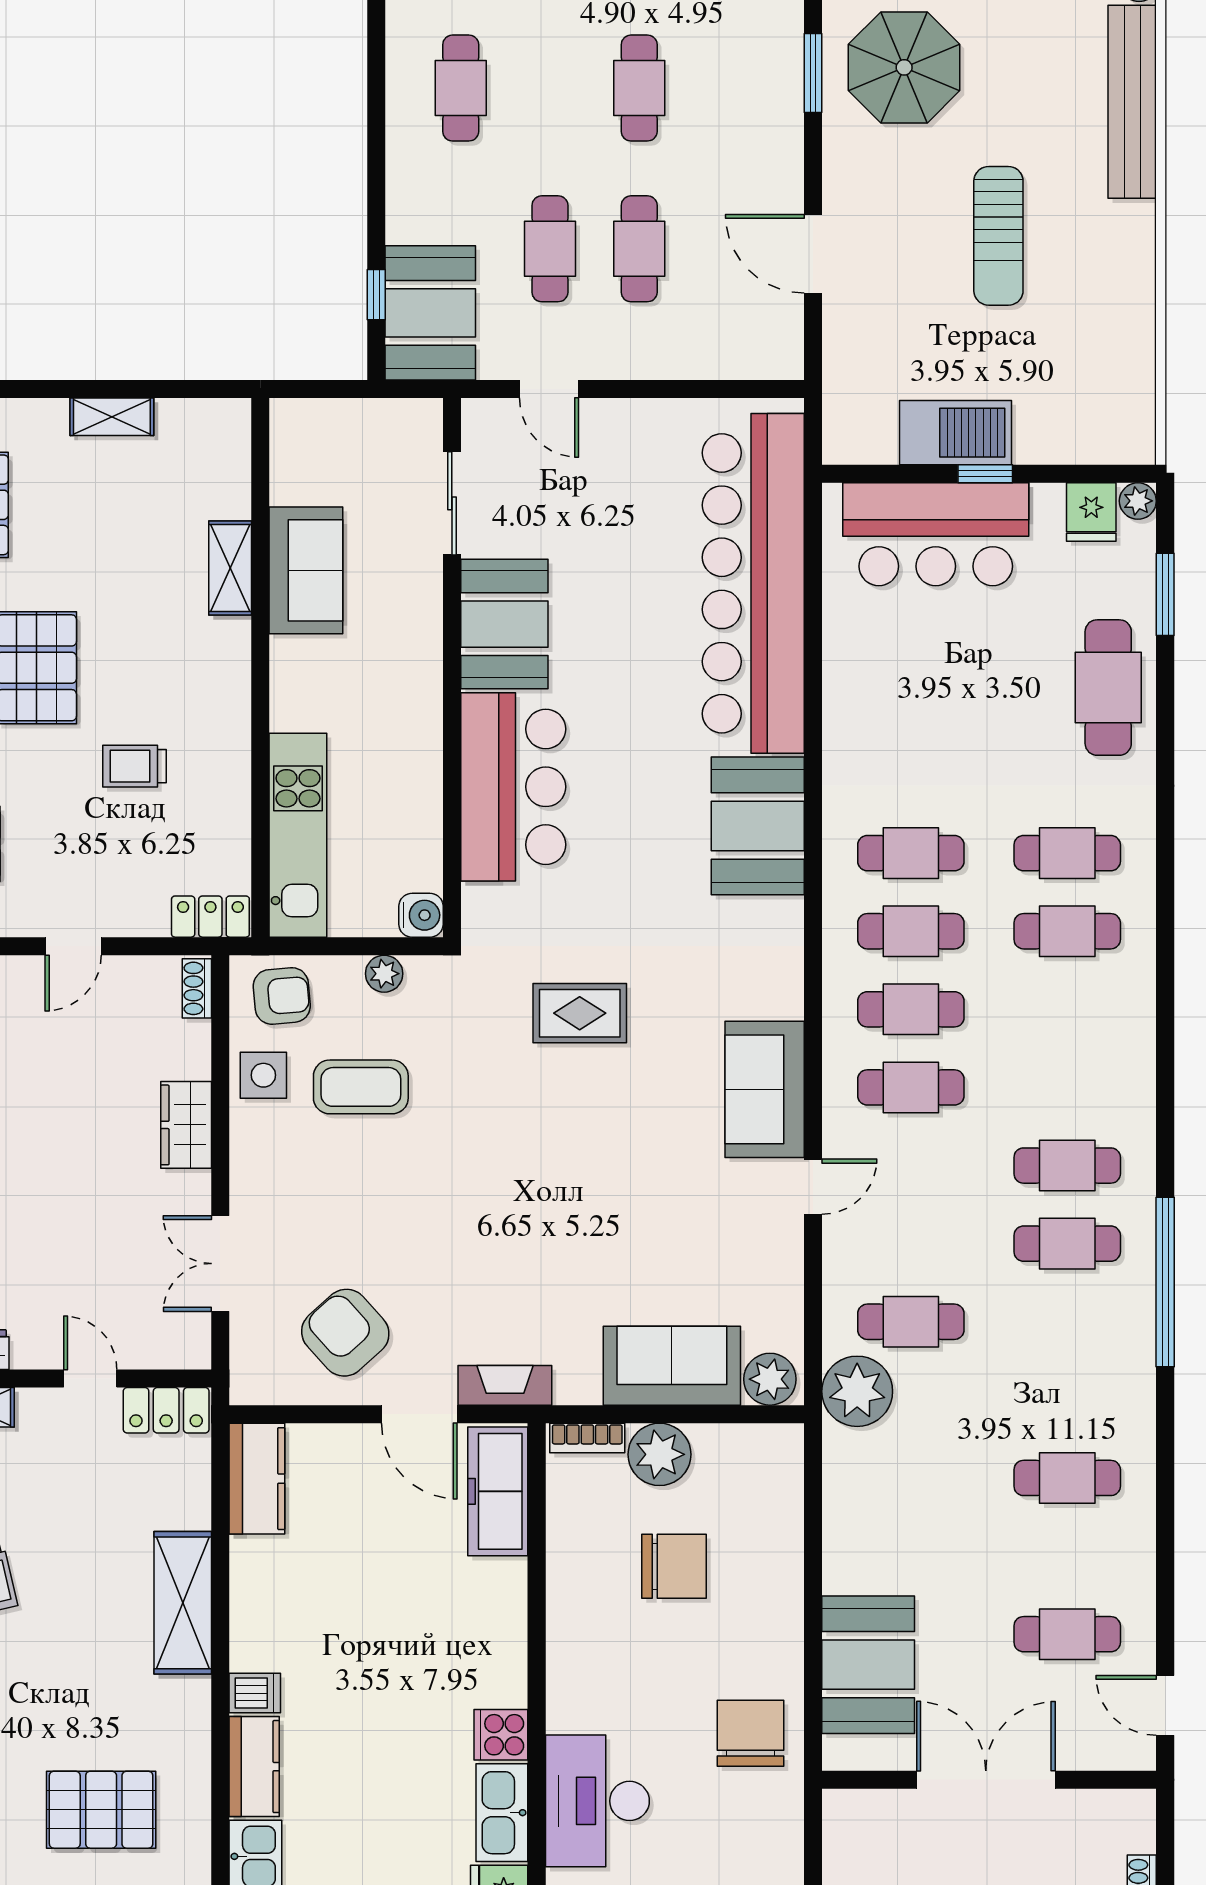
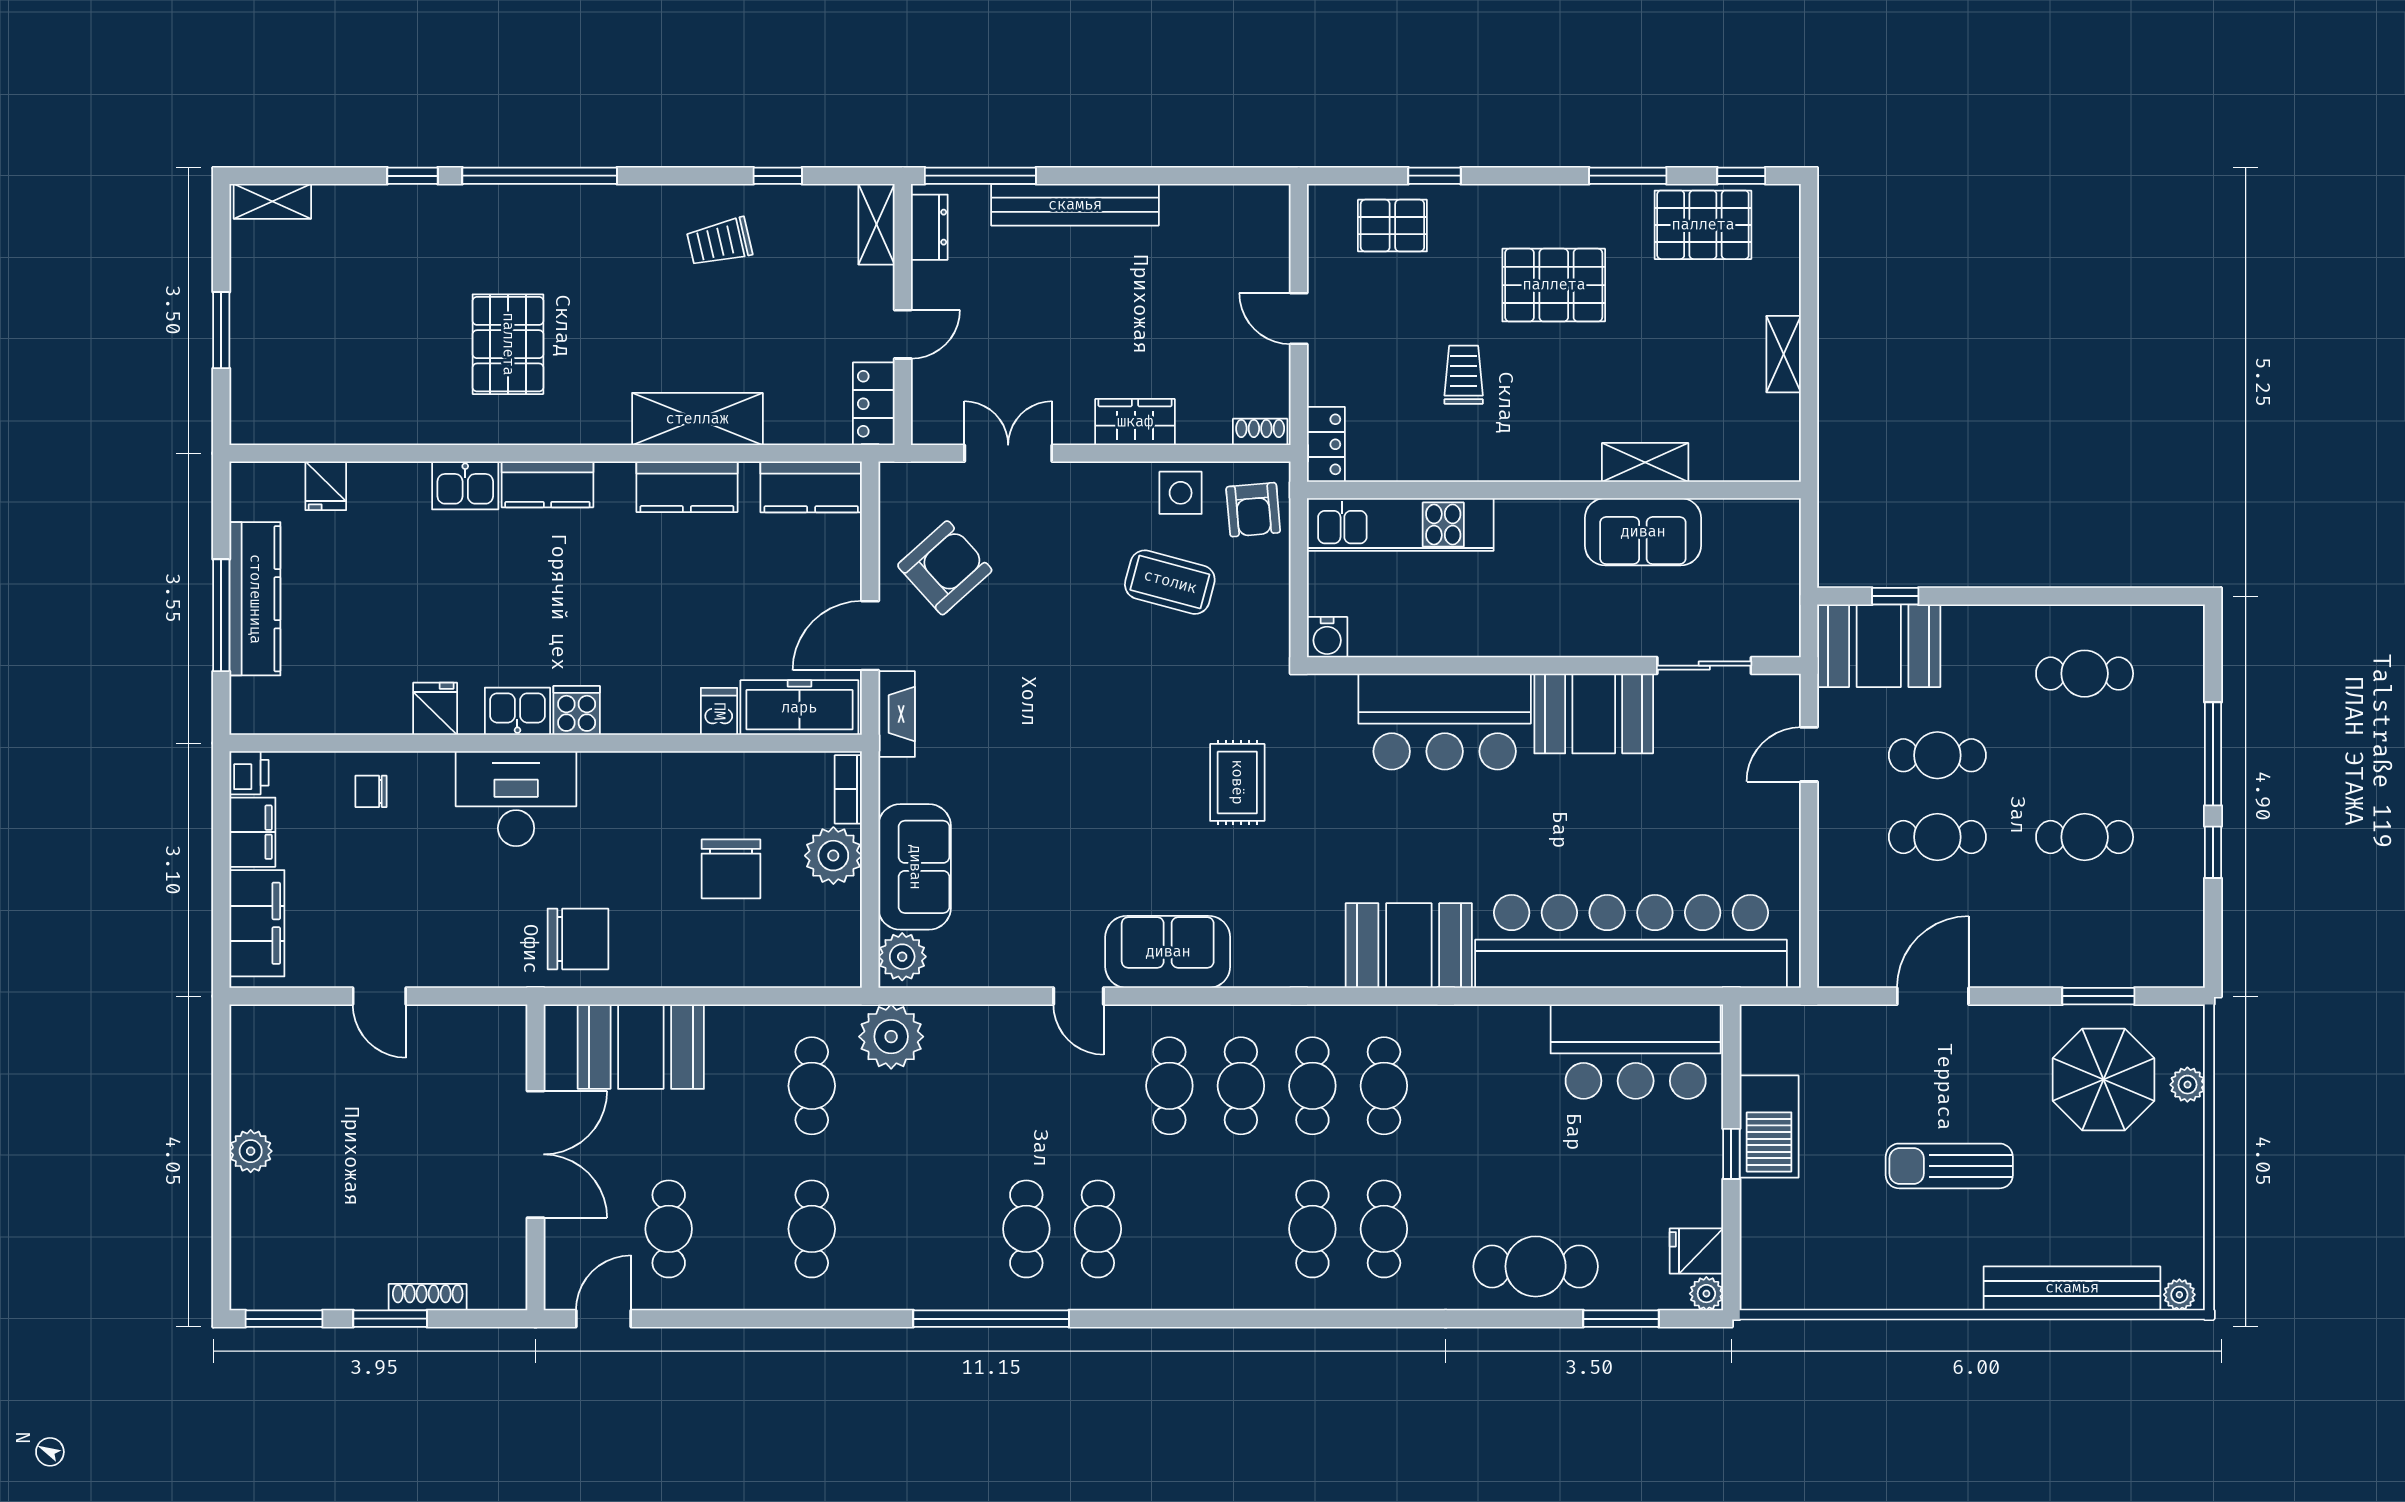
bar counter: (936, 534) -> (1636, 1052), moved, turned -90
plant: (384, 974) -> (1274, 603), removed
coffee table: (361, 1087) -> (1170, 582), turned -75
cafe table: (911, 1322) -> (812, 1086), moved
kitchen counter: (257, 1614) -> (687, 487), added
dishwasher: (255, 1693) -> (719, 711), moved, turned 180
kitchen sink: (502, 1813) -> (517, 711), width x0.73

